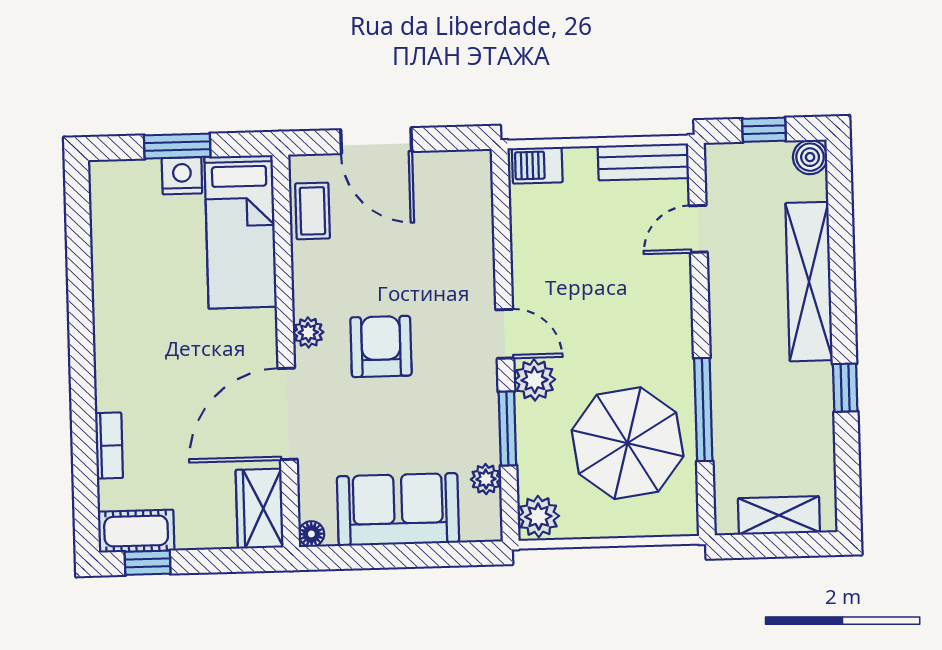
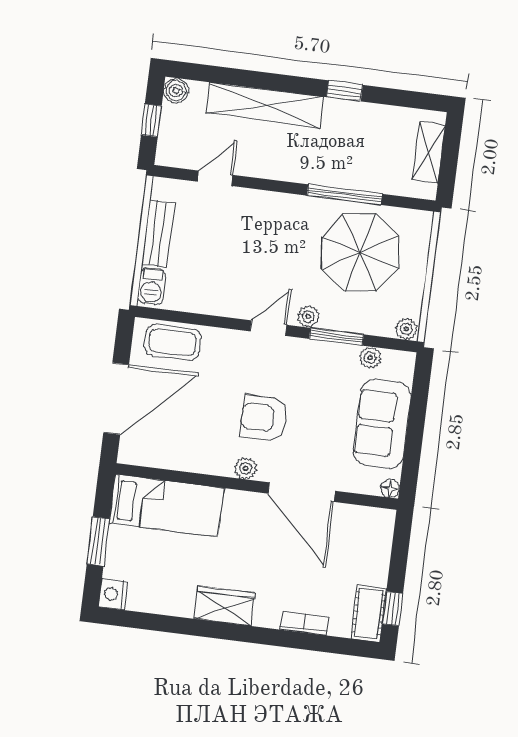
door: (376, 141) -> (116, 399), width x1.36
bench: (643, 162) -> (158, 234), moved
nightstand: (182, 176) -> (113, 594), moved
coffee table: (313, 211) -> (173, 342), moved, width x1.36, depth x1.30
door: (698, 229) -> (215, 178), swing flipped
plant: (535, 380) -> (308, 317), width x0.73, depth x0.73
wardrobe: (260, 509) -> (224, 606), moved, turned 180
plant: (538, 517) -> (406, 329), width x0.73, depth x0.73

